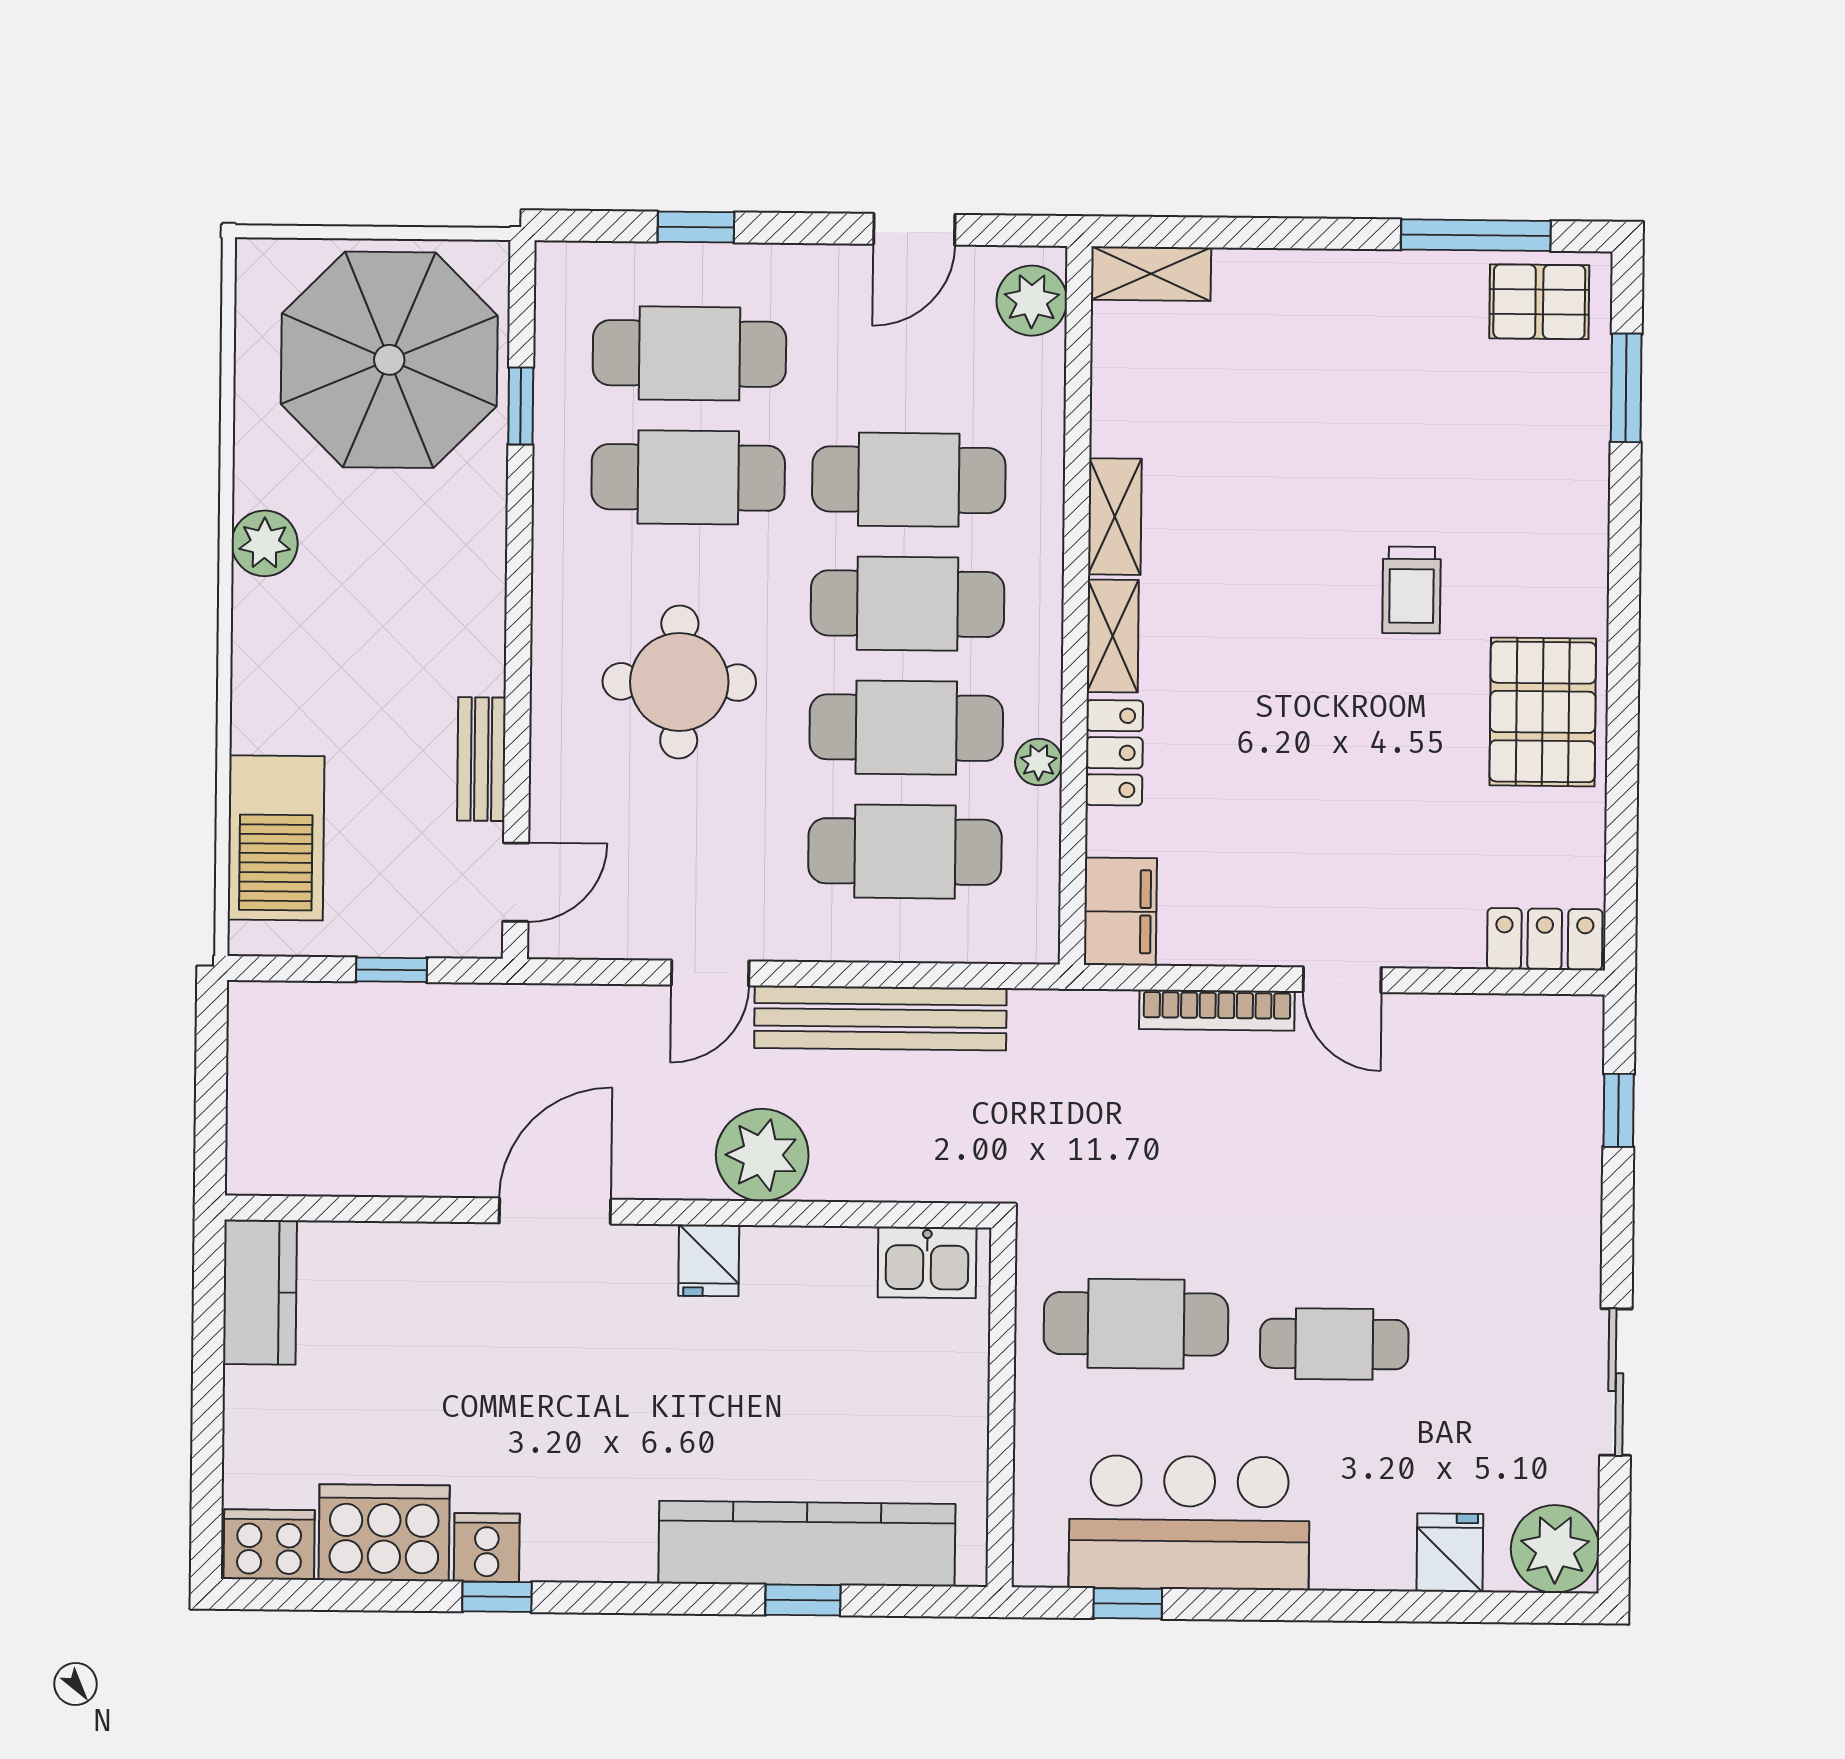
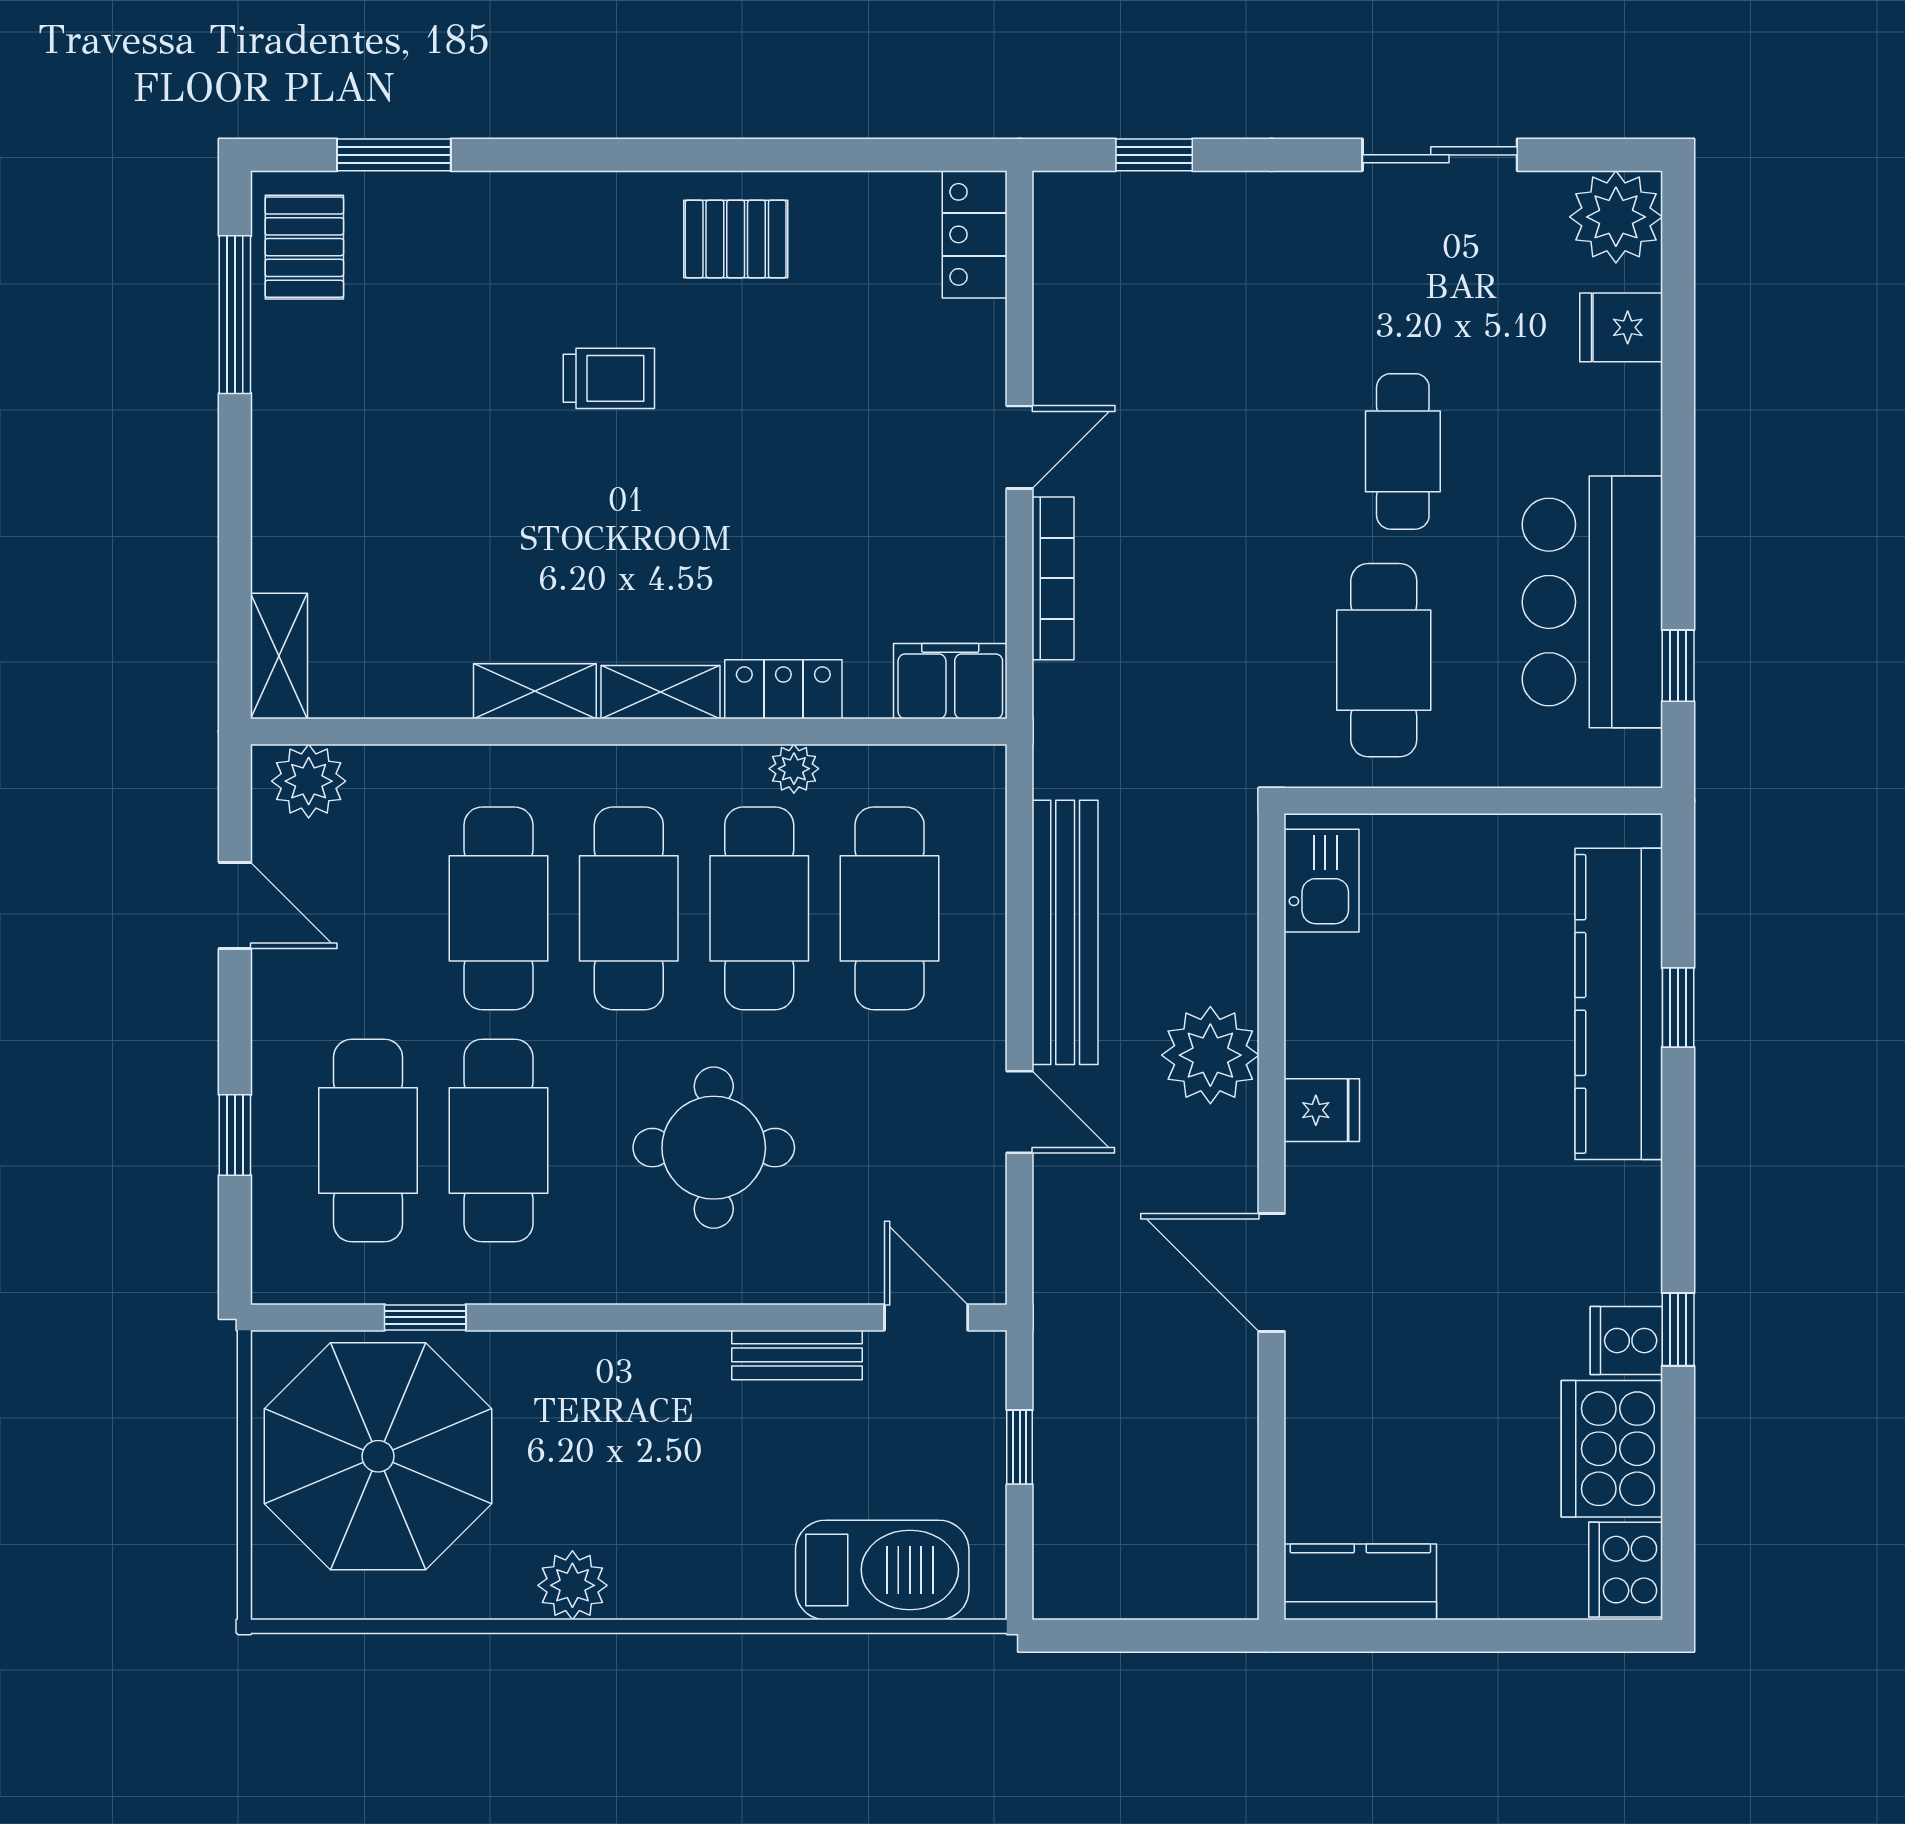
pallet: (1543, 712) -> (736, 239), width x0.67, depth x0.71

